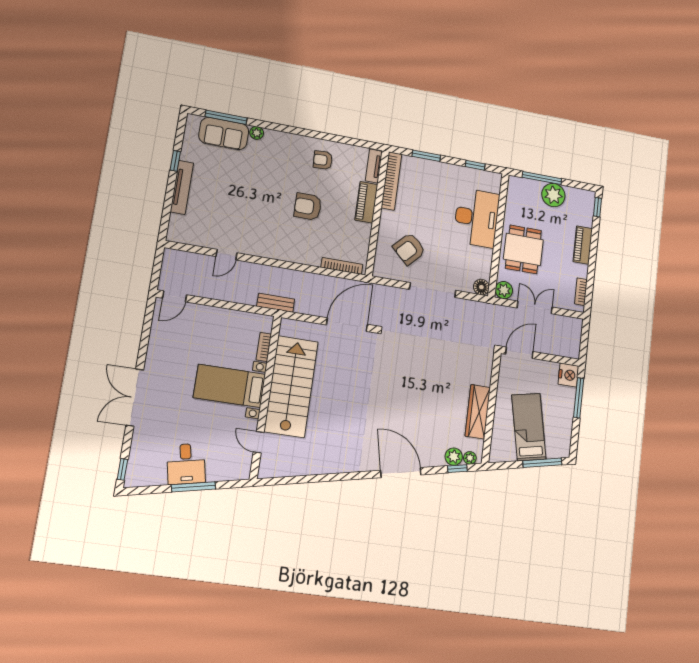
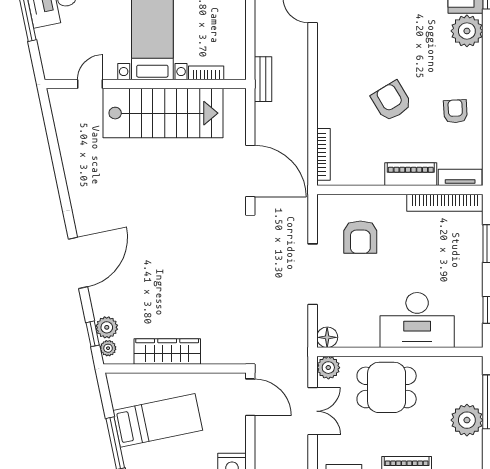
plant: (257, 133) -> (467, 31), width x1.88, depth x1.88
armchair: (308, 207) -> (391, 101), turned -31
armchair: (409, 249) -> (360, 237), turned -134

